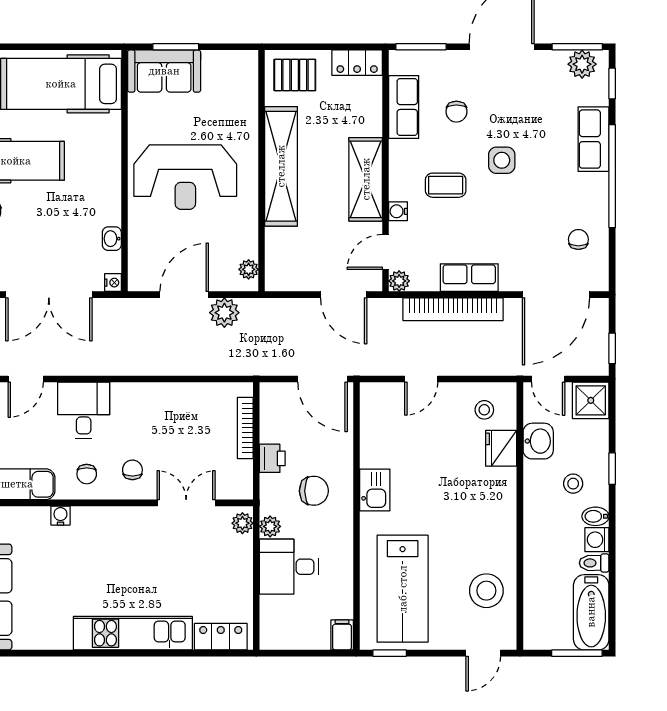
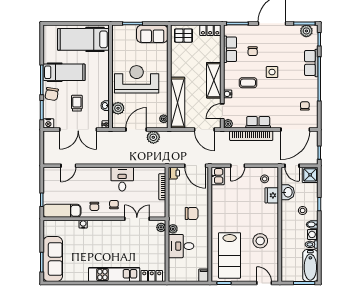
sofa: (164, 71) -> (152, 34), moved
shelving: (281, 166) -> (178, 103), moved
reception desk: (185, 177) -> (137, 79), turned 180
trolley: (46, 233) -> (77, 103), added
plant: (142, 245) -> (118, 108), added
desk: (84, 410) -> (122, 179), moved
printer: (272, 458) -> (174, 173), moved
kitchen sink: (375, 490) -> (218, 176), moved
stool: (486, 591) -> (260, 241), moved
door: (483, 653) -> (264, 283), swing flipped

